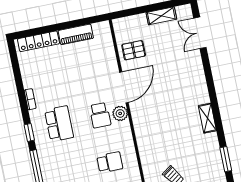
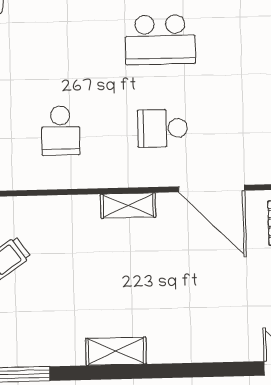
plant: (120, 113) -> (159, 171), removed
shelving: (139, 125) -> (128, 206), added

